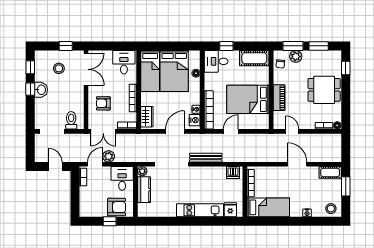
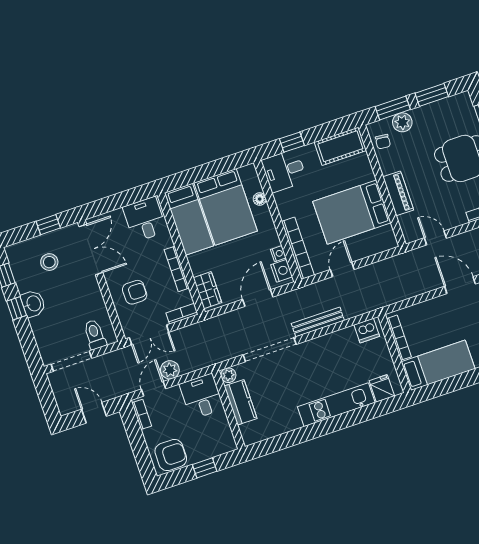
armchair: (103, 103) -> (135, 292), turned 180
armchair: (117, 207) -> (171, 455), moved

